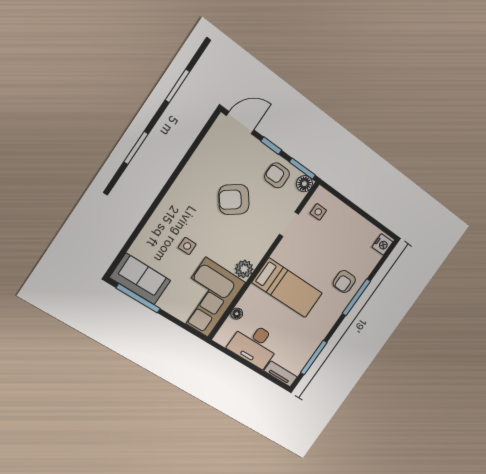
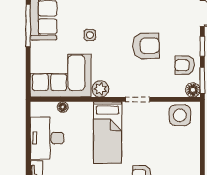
armchair: (277, 175) -> (185, 65), turned -90
armchair: (234, 200) -> (146, 46), turned 125
side table: (318, 212) -> (180, 115), width x1.87, depth x1.87
doorway: (289, 224) -> (138, 99), moved

